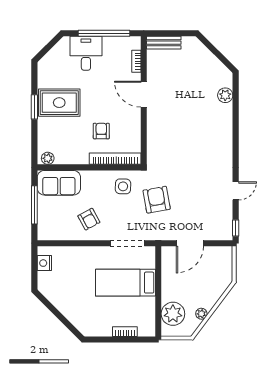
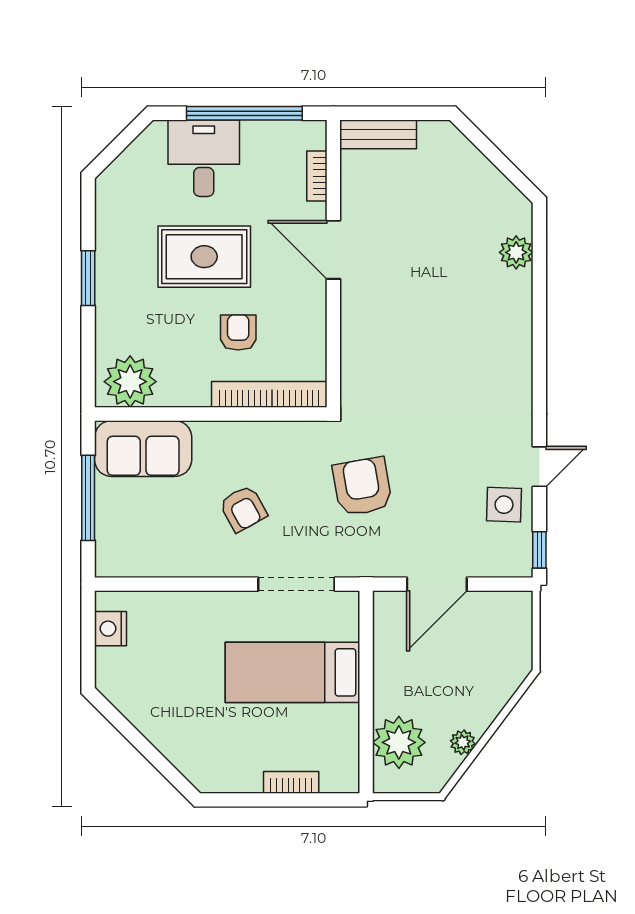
rug: (59, 103) -> (204, 257), moved
plant: (48, 158) -> (130, 382), width x1.88, depth x1.88
side table: (123, 186) -> (504, 505), moved
armchair: (89, 219) -> (243, 509), moved

